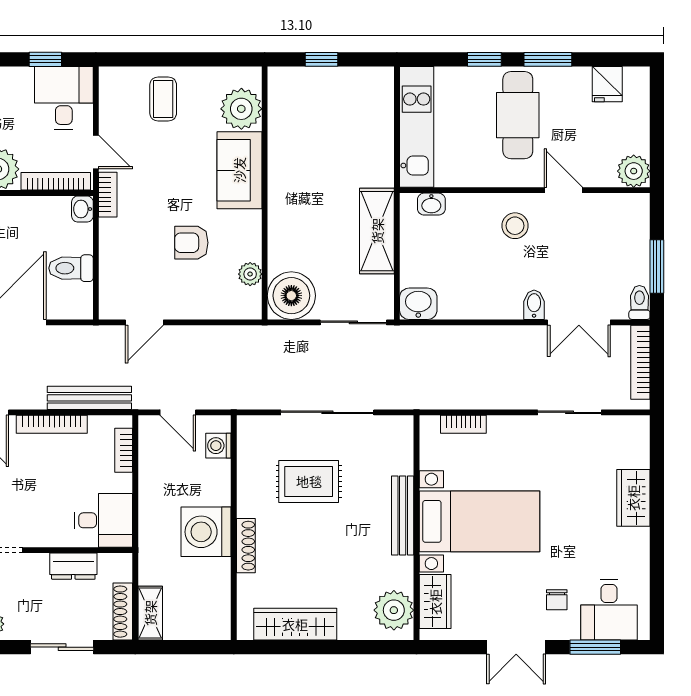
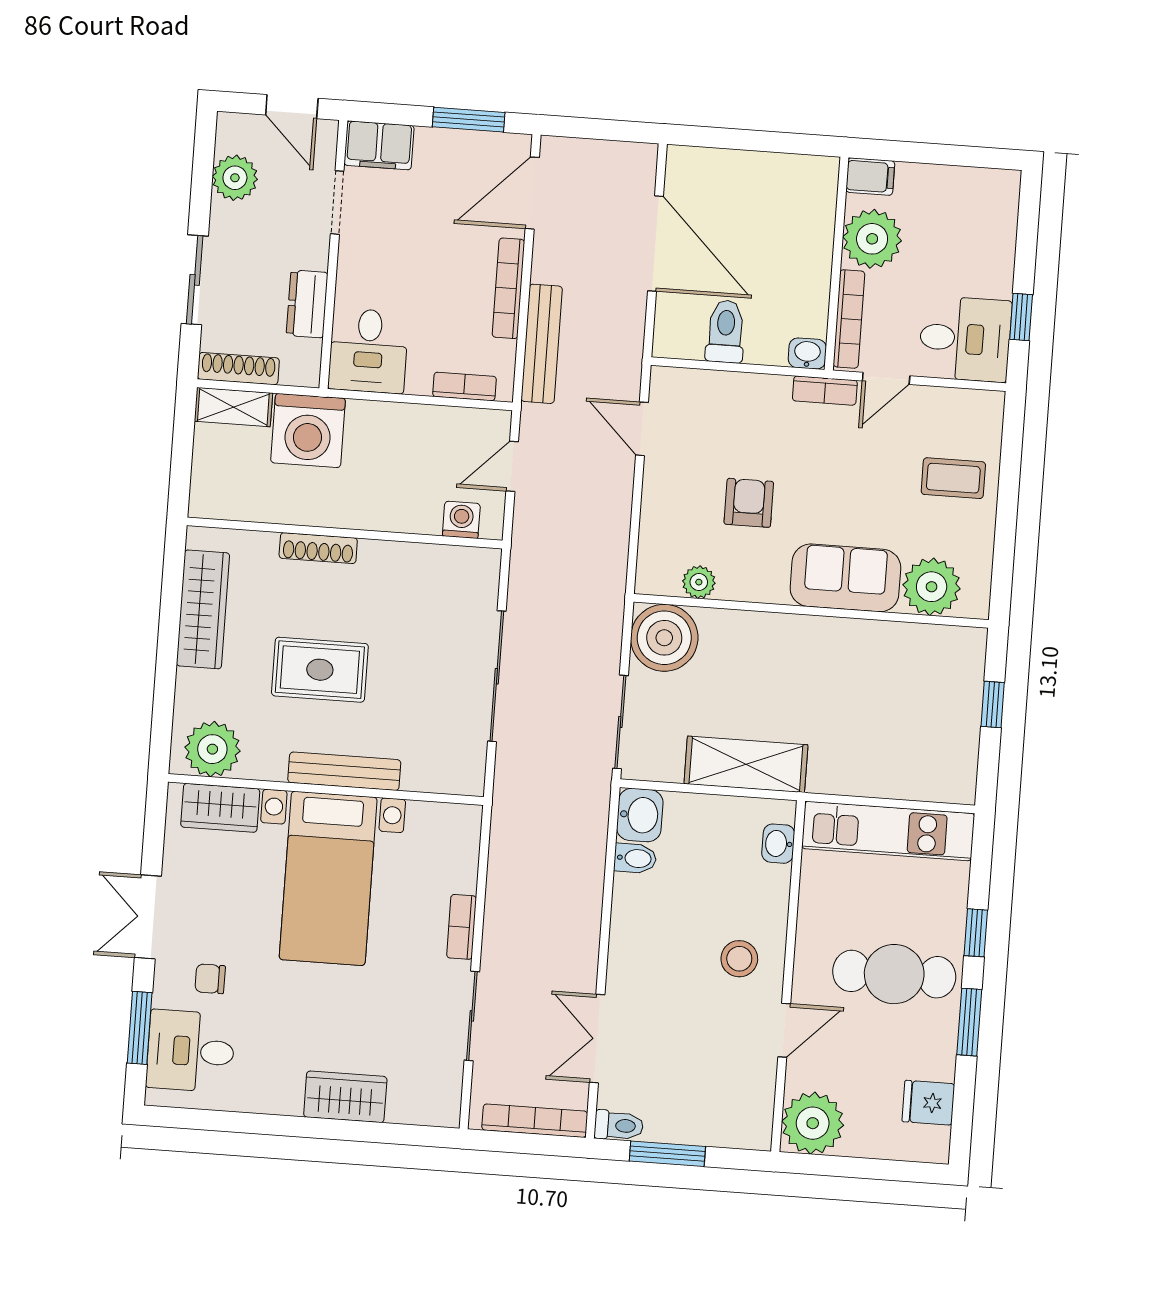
plant: (634, 171) -> (813, 1123), width x1.36, depth x1.36
bidet: (534, 305) -> (635, 858), moved
bookcase: (463, 424) -> (462, 927), moved
rug: (309, 481) -> (320, 670), moved, turned 90
washing machine: (206, 532) -> (308, 430), moved, turned 180

